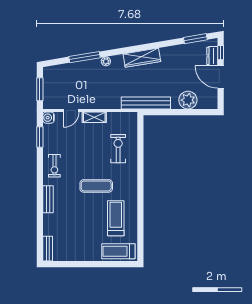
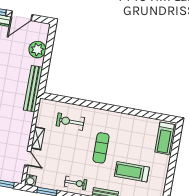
treadmill: (116, 218) -> (132, 172), moved

